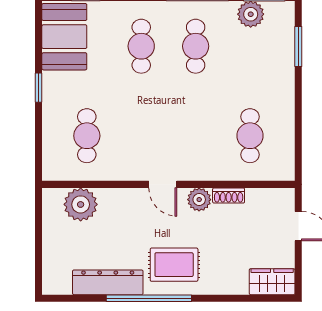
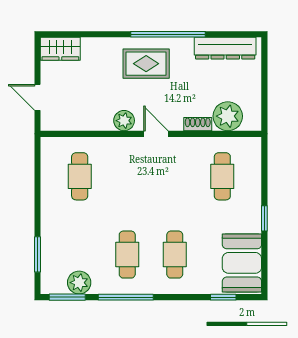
shoe rack: (229, 196) -> (198, 124), moved
dresser: (108, 282) -> (225, 48), moved

